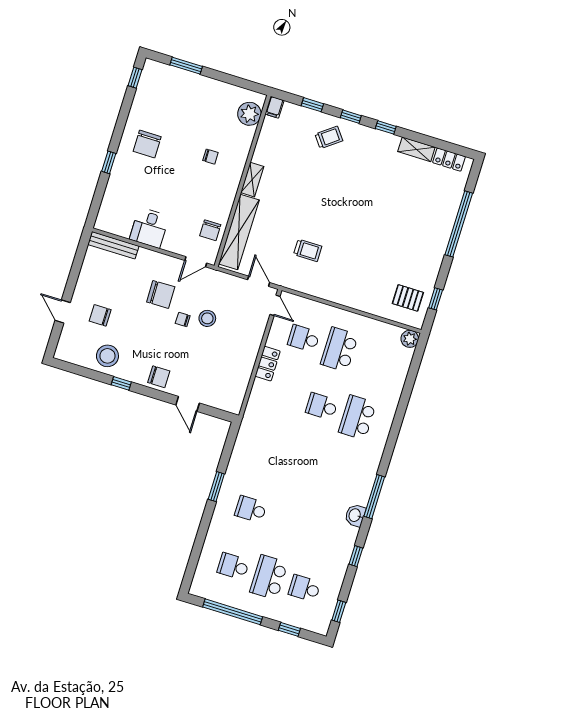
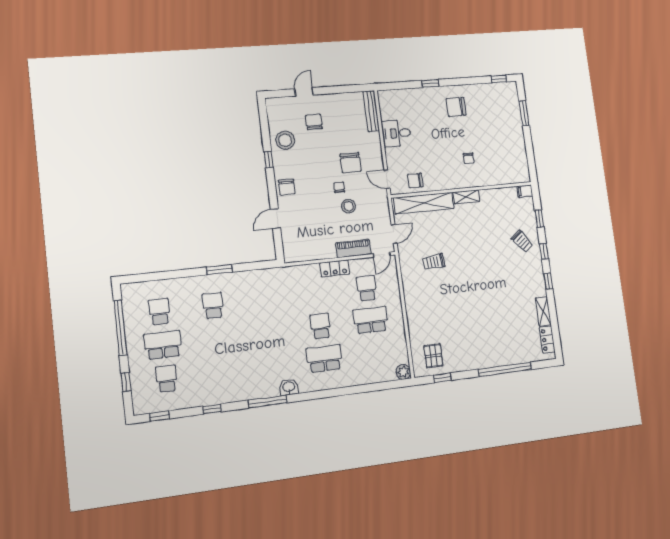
plant: (249, 114) -> (512, 174), removed
trolley: (308, 250) -> (434, 262), turned 85
piano: (255, 334) -> (353, 249), added
washbasin: (355, 515) -> (289, 387), moved

